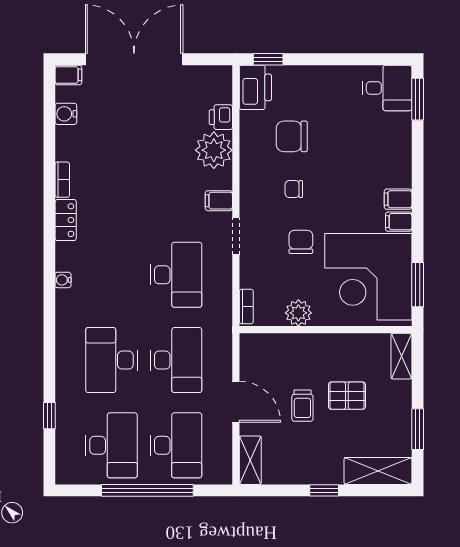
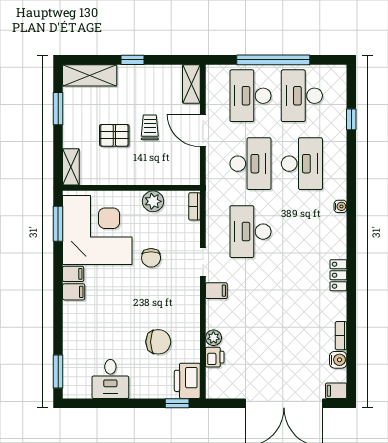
desk: (387, 88) -> (110, 379), moved, turned -90
plant: (214, 150) -> (213, 338), width x0.53, depth x0.53
bookcase: (62, 180) -> (341, 336), moved
chair: (294, 189) -> (157, 300), removed
water cooler: (63, 280) -> (340, 206), moved
desk: (176, 360) -> (250, 164), turned 180

